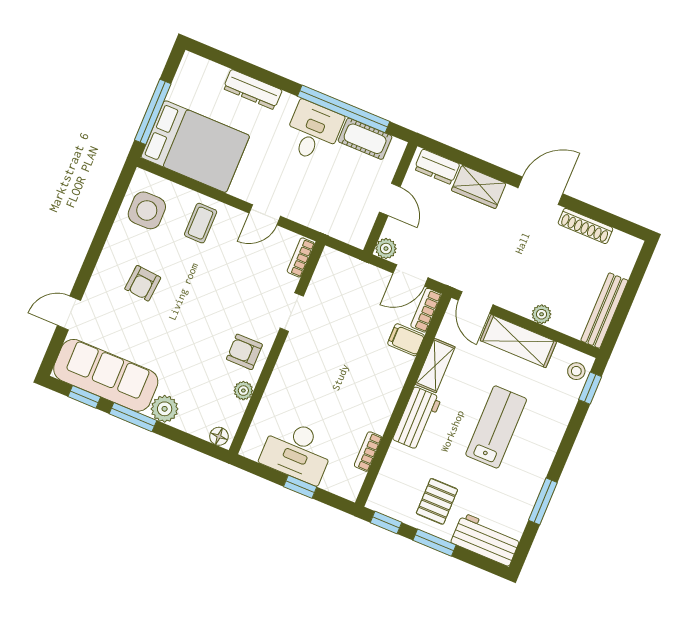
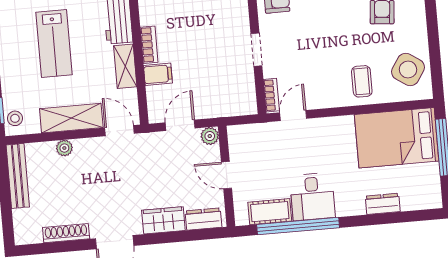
dresser: (253, 89) -> (383, 204), width x0.70
side table: (147, 210) -> (408, 70), turned 33
door: (265, 215) -> (293, 115), moved
bookcase: (426, 310) -> (149, 45), moved

